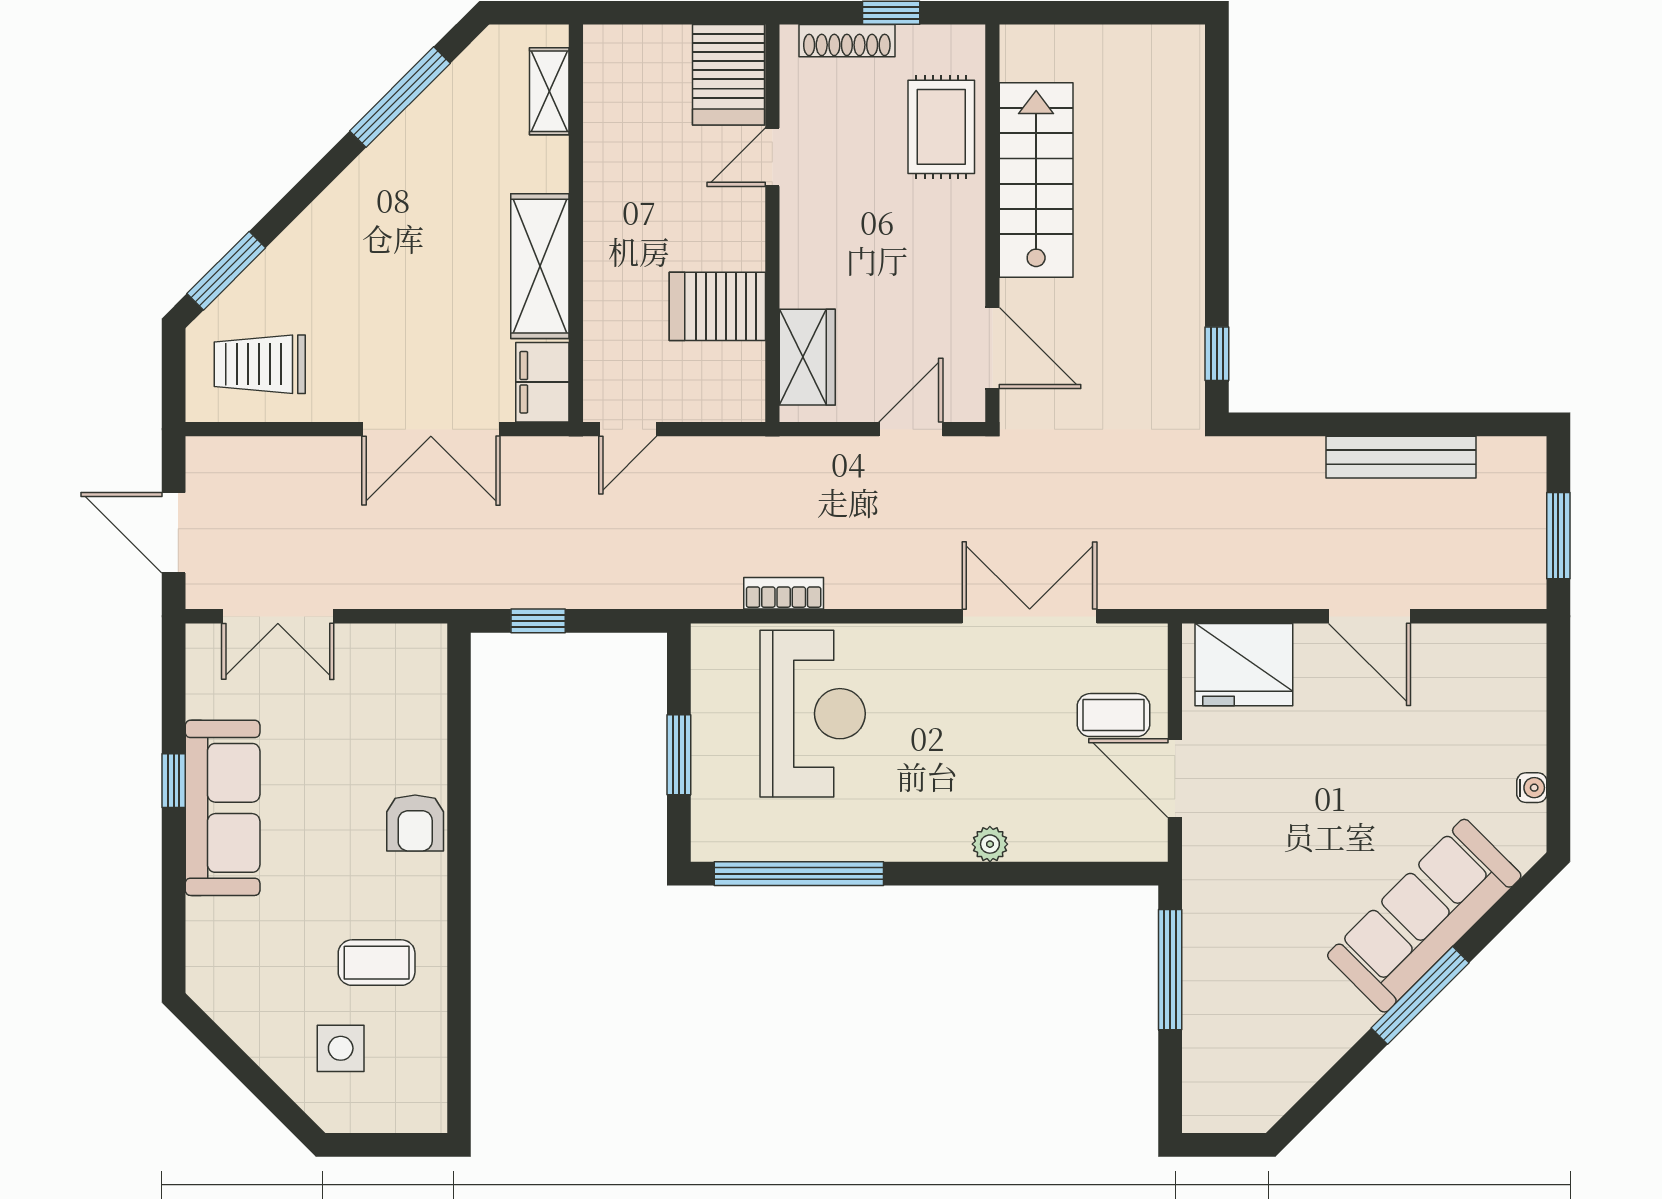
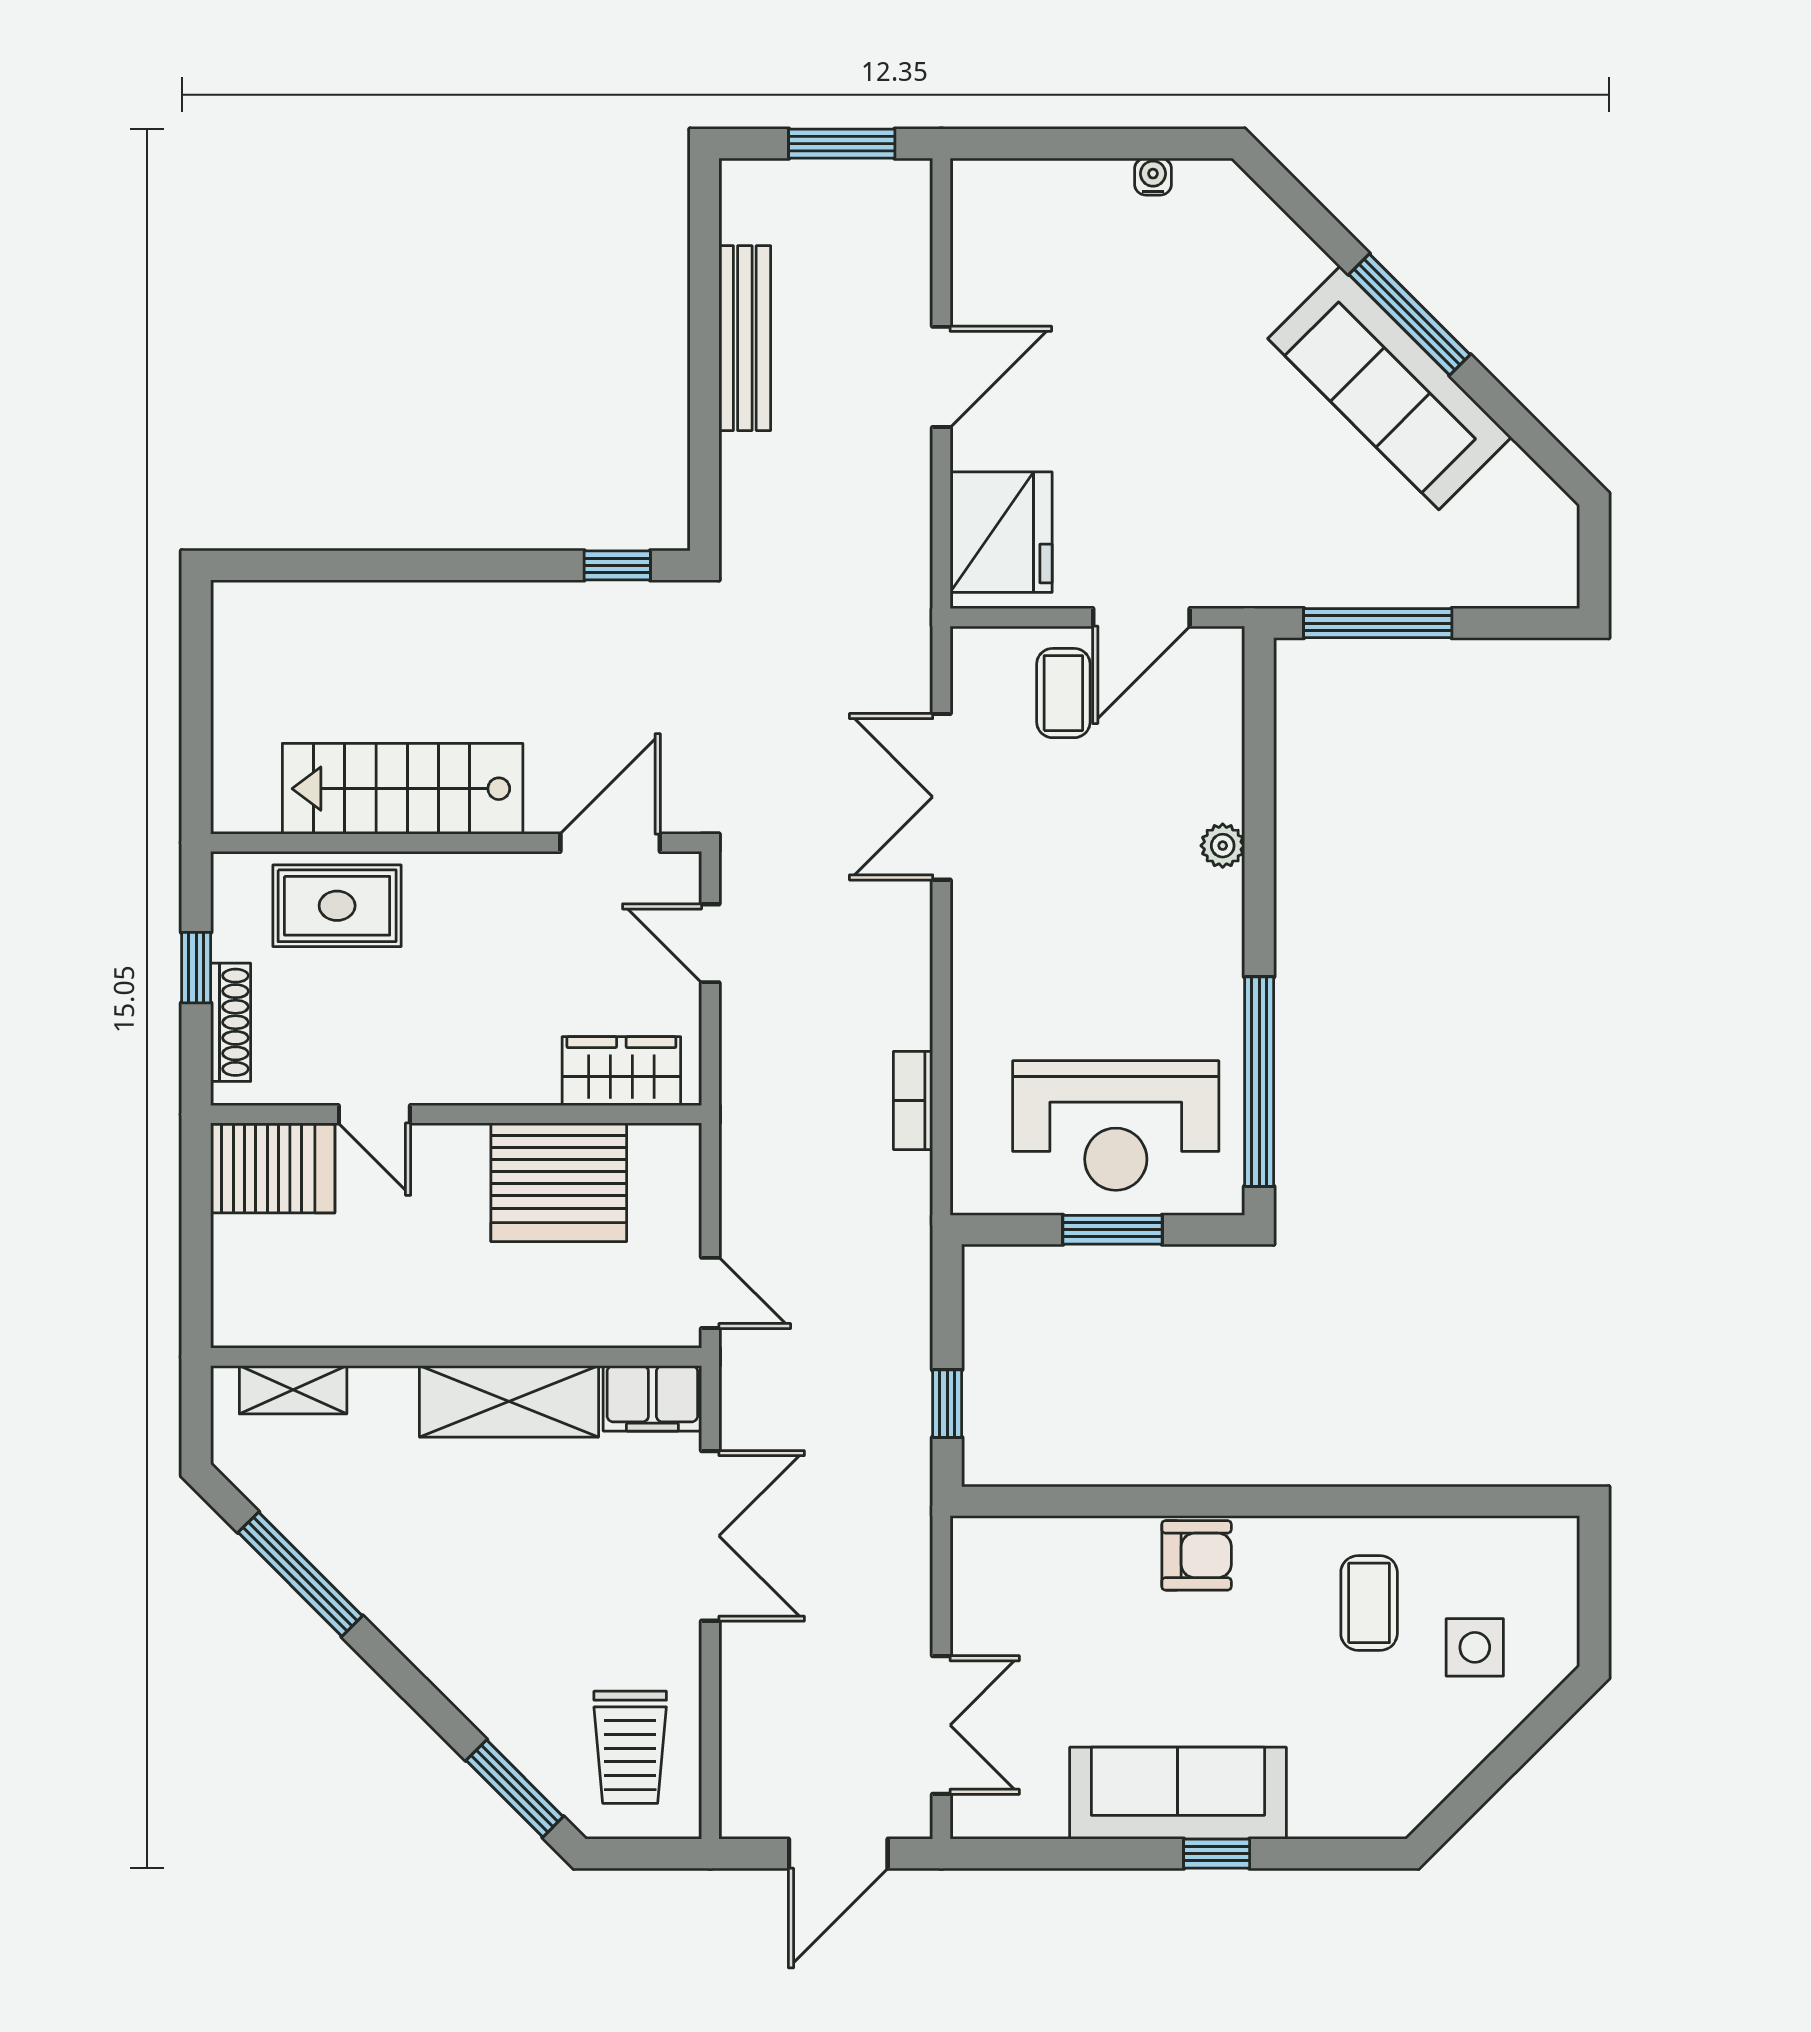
server rack: (717, 306) -> (559, 1182), width x1.60
reception desk: (813, 714) -> (1116, 1125), moved, turned 180
window: (174, 781) -> (1217, 1854), moved
sofa: (1424, 916) -> (1390, 388), moved

